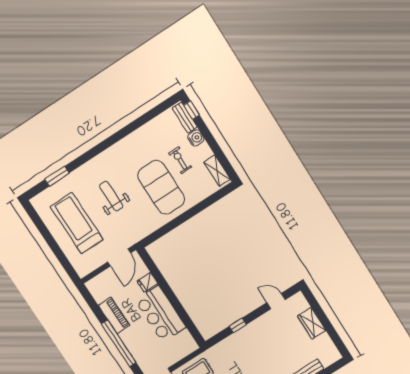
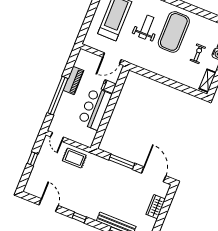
exercise mat: (161, 187) -> (174, 32), moved
door: (276, 301) -> (154, 174), width x1.88
window: (238, 325) -> (122, 162), width x2.17

